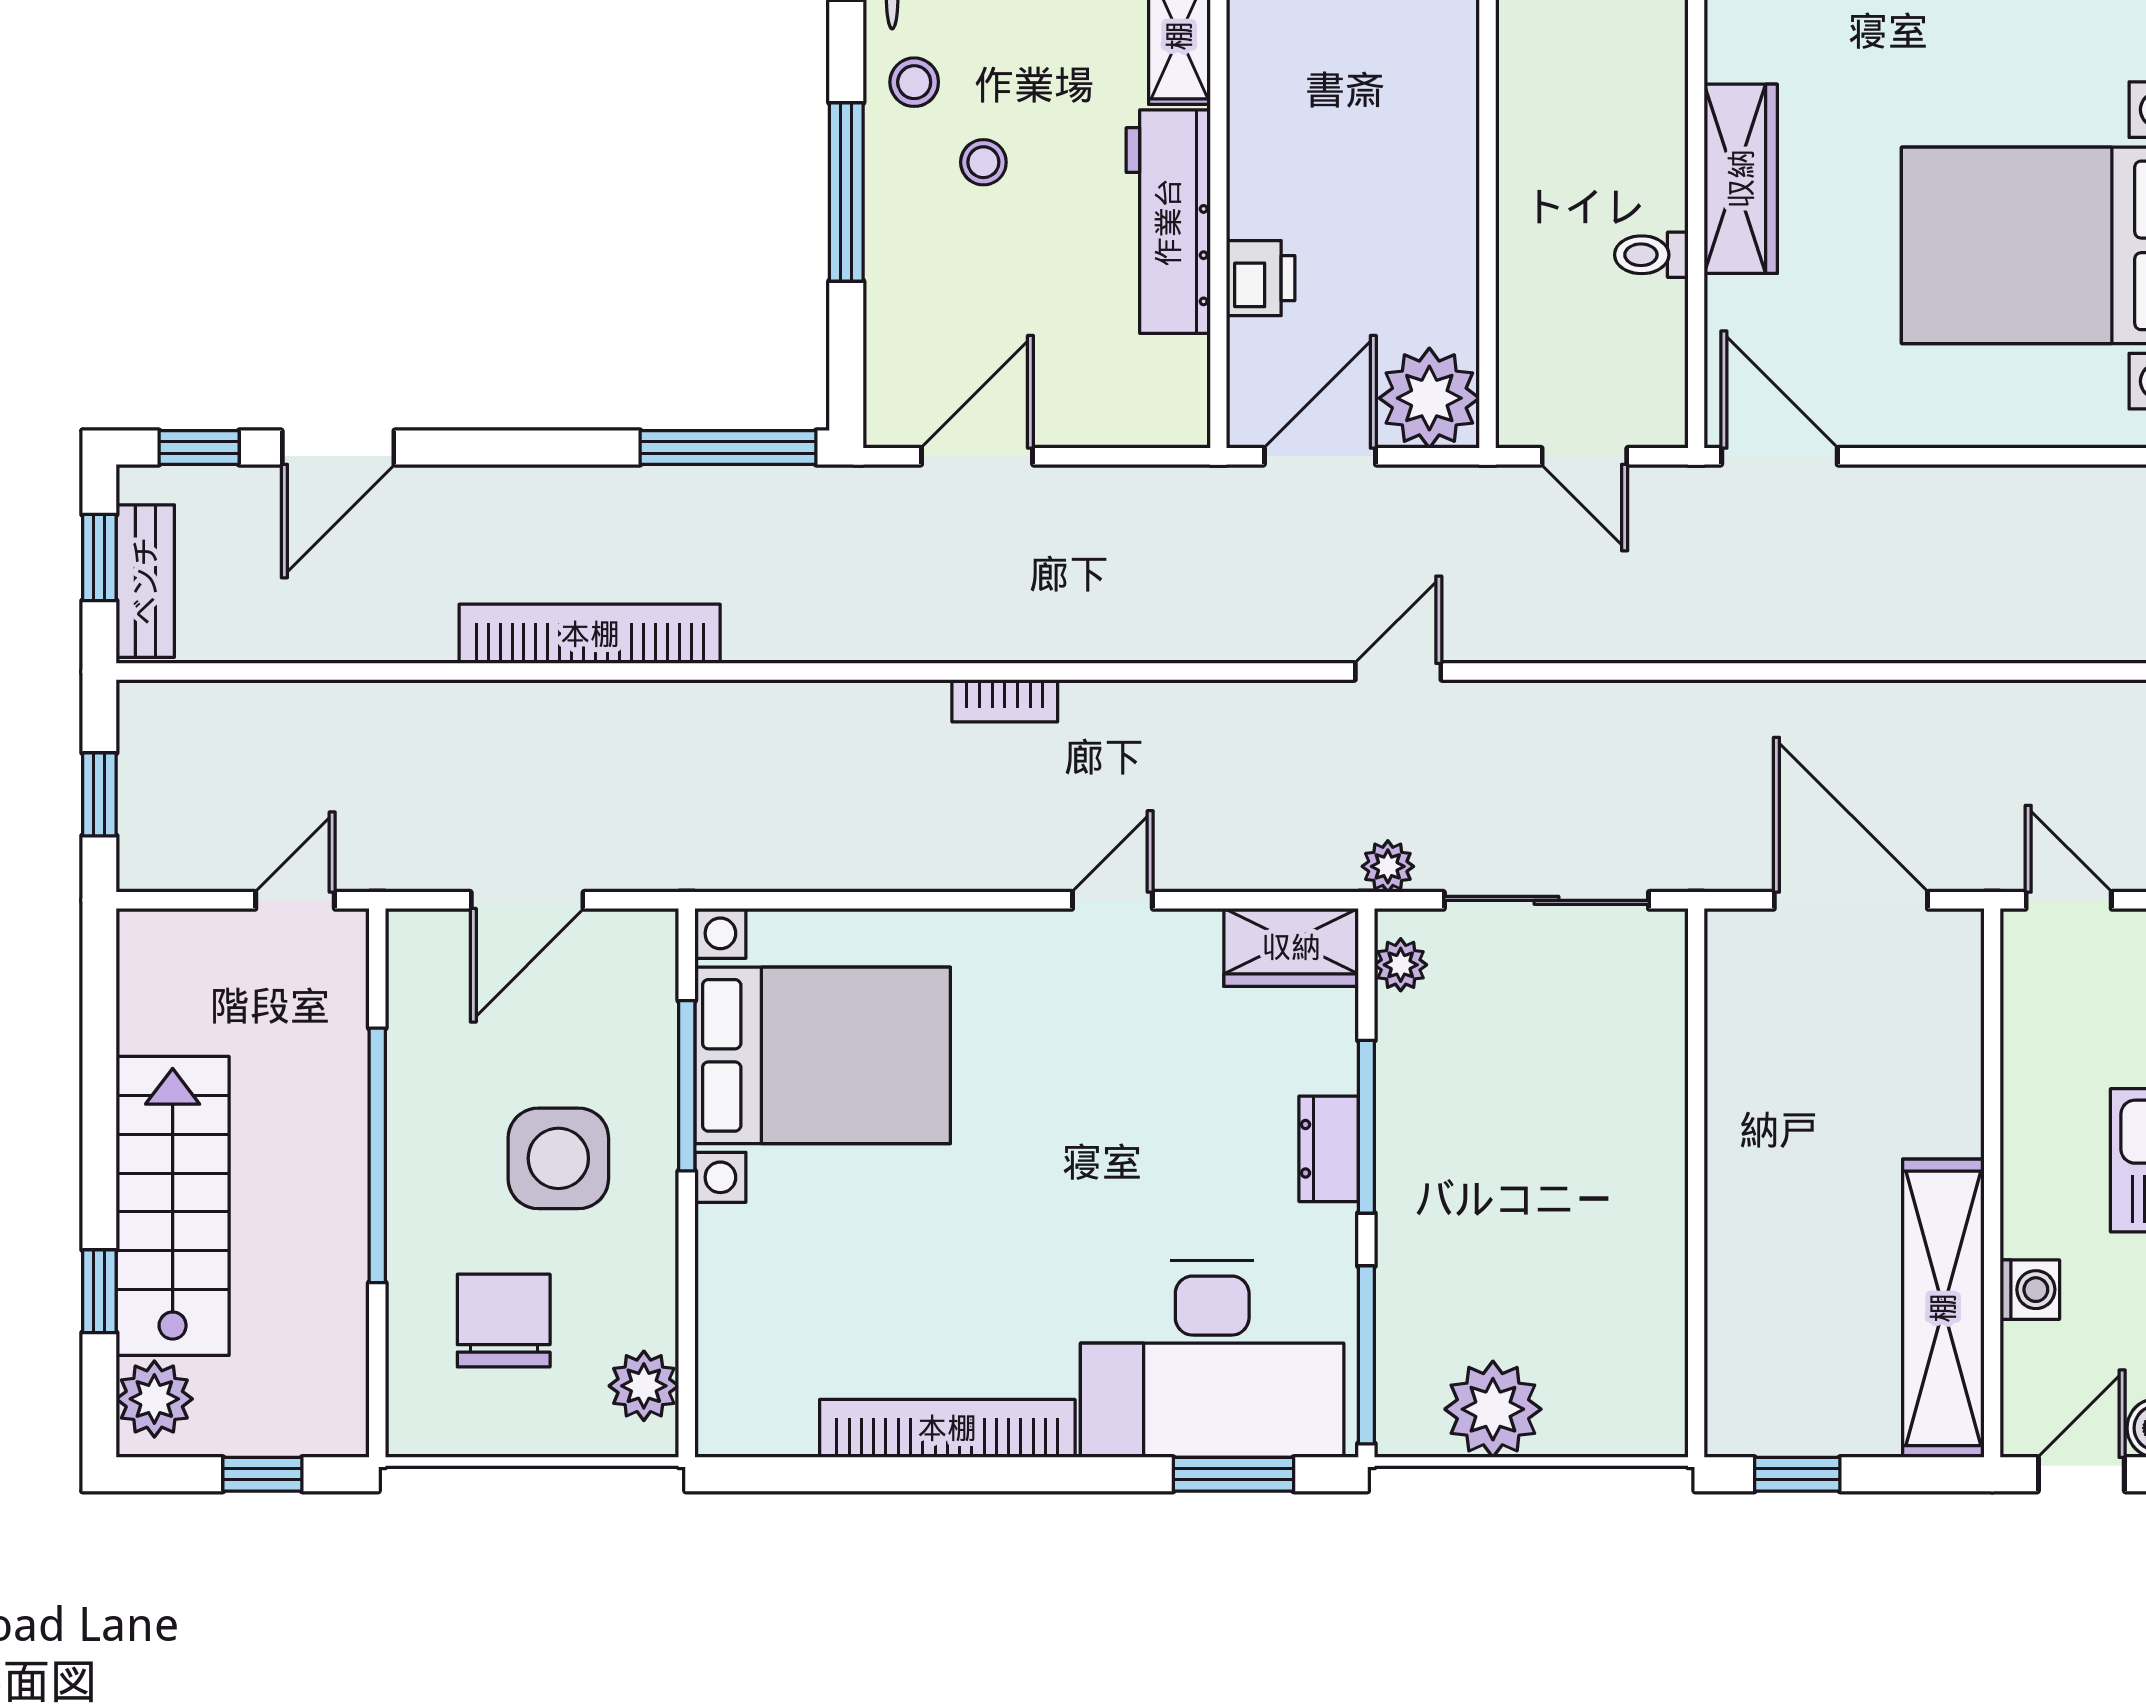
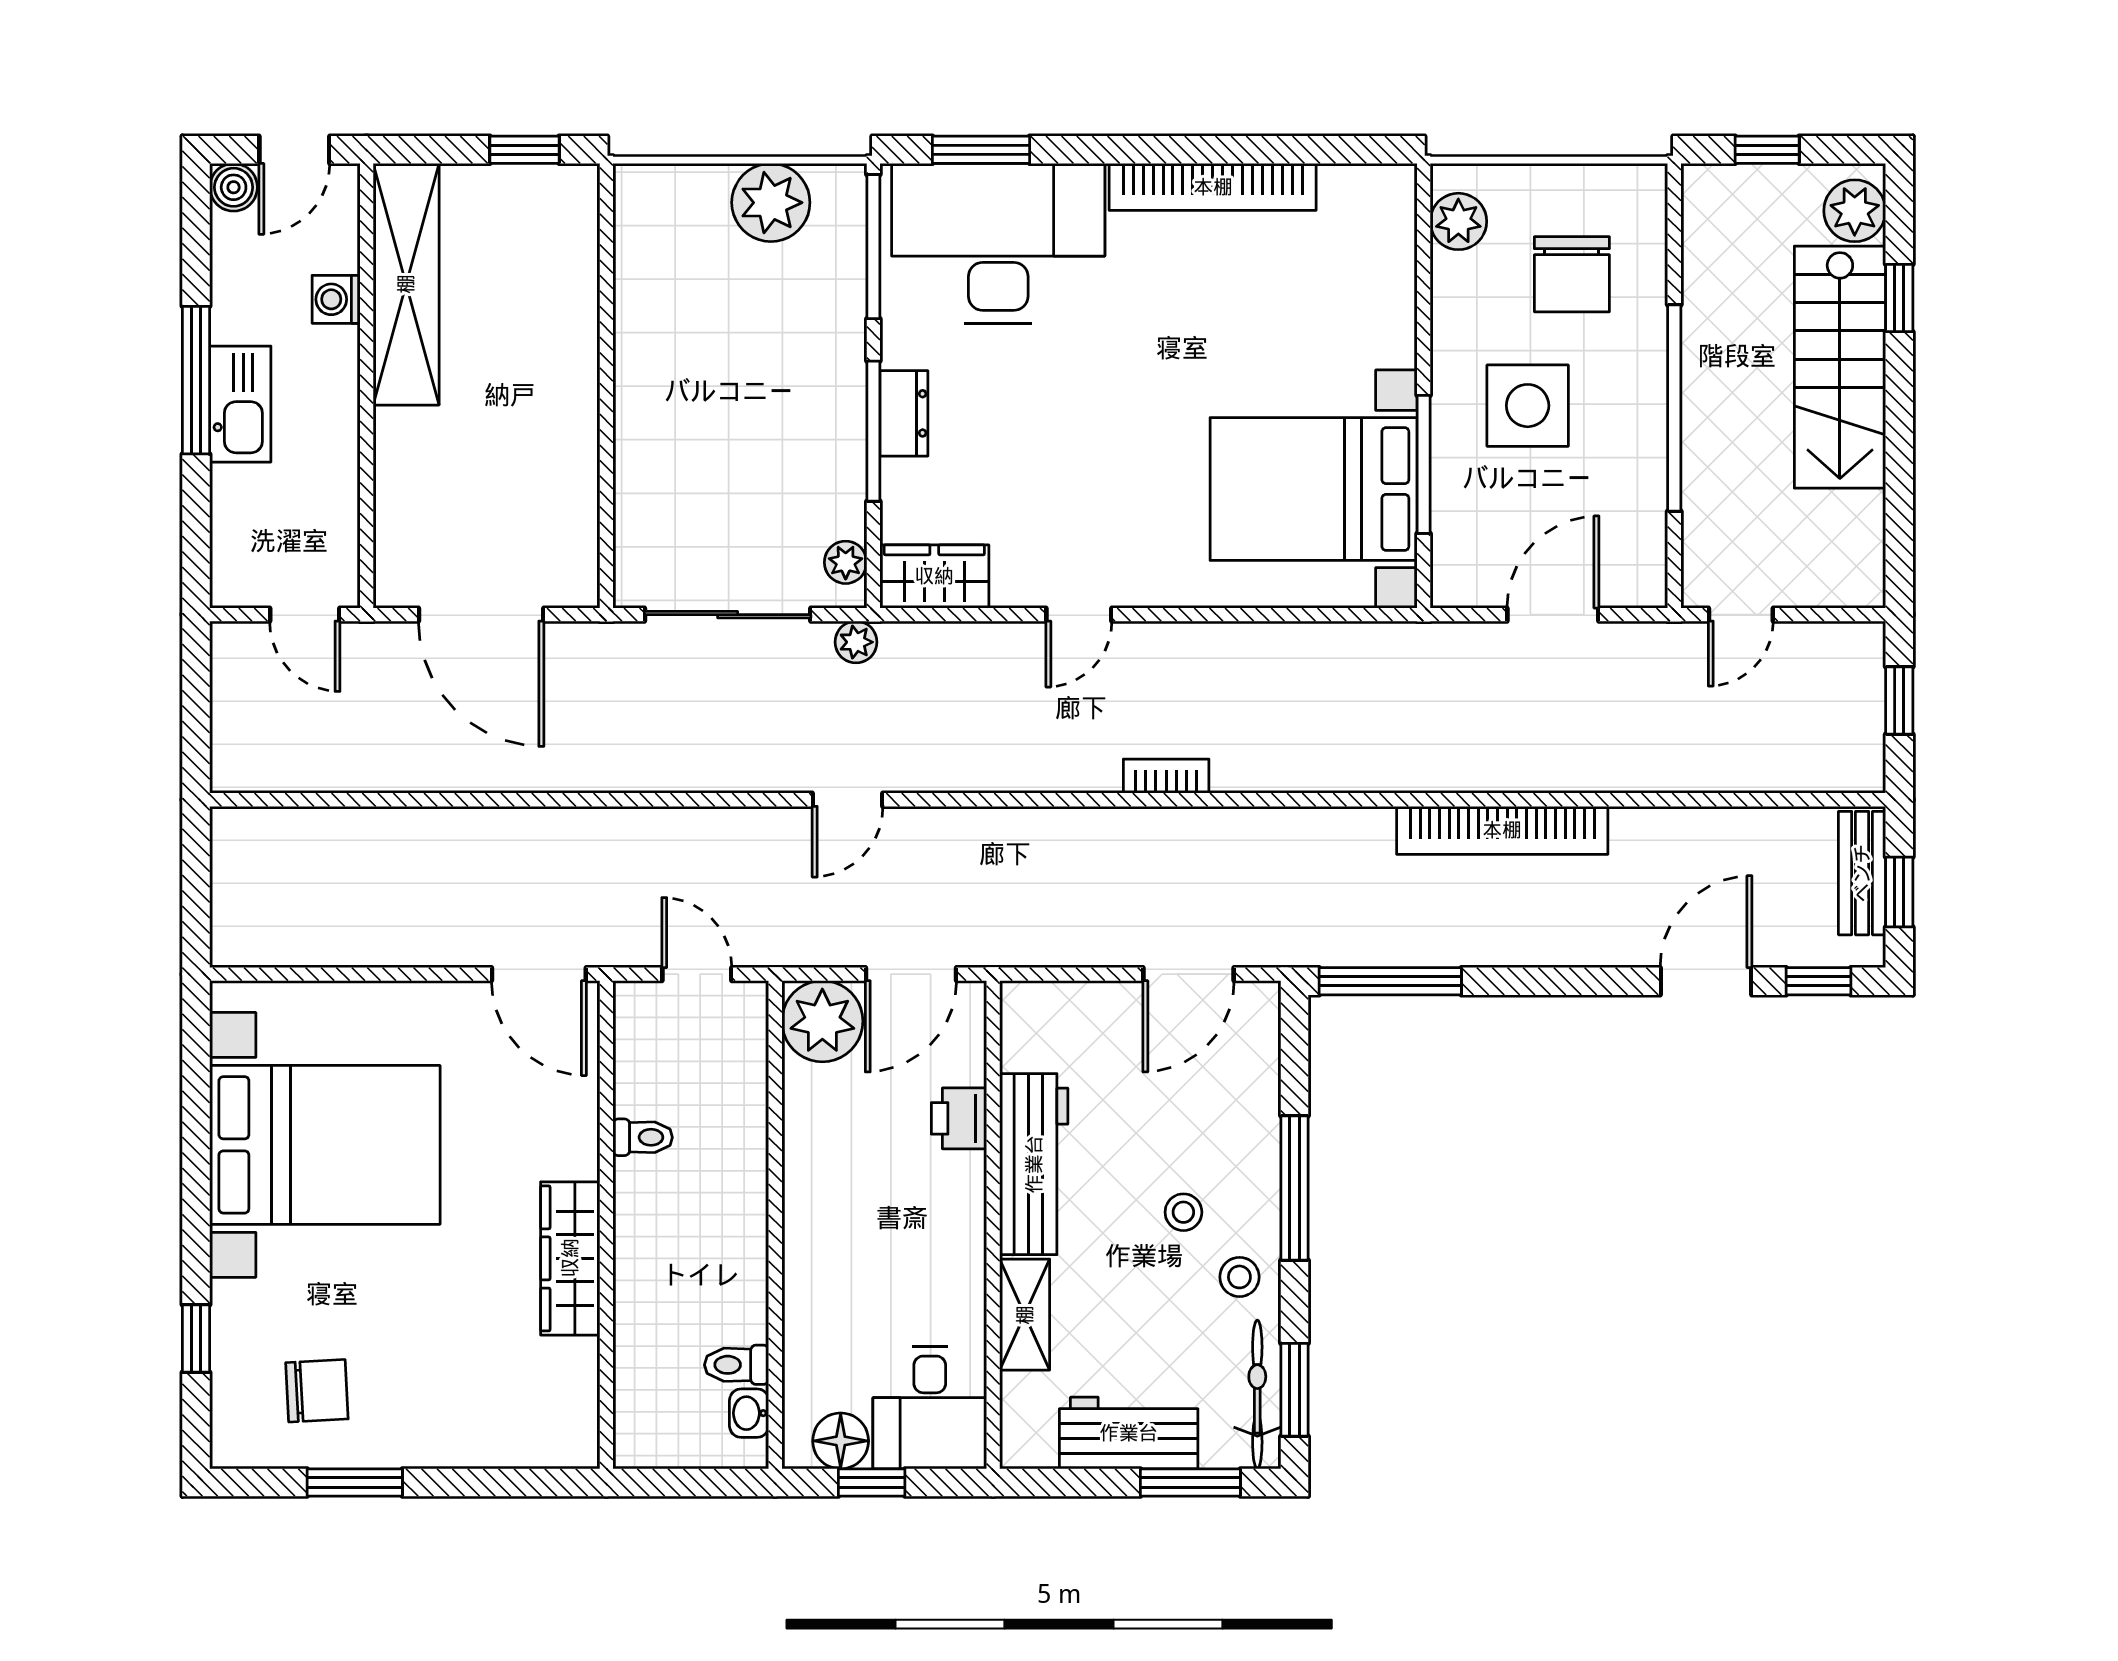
wardrobe: (1741, 179) -> (570, 1258), moved

